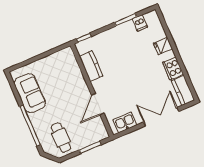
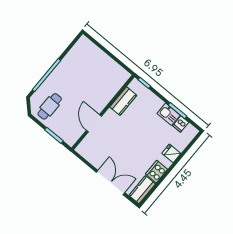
sofa: (30, 93) -> (74, 61), removed
door: (98, 104) -> (94, 123), hinge flipped
kitchen sink: (125, 122) -> (169, 114), moved, turned 180

